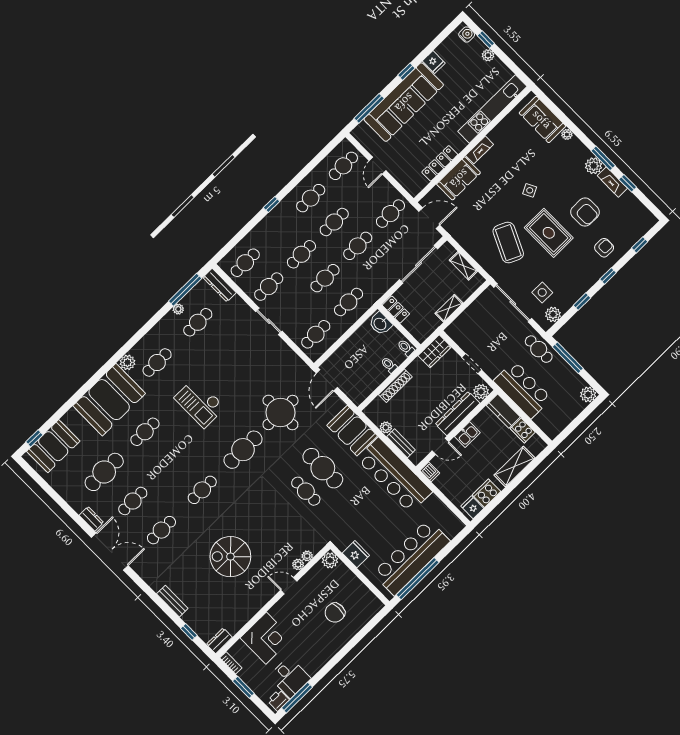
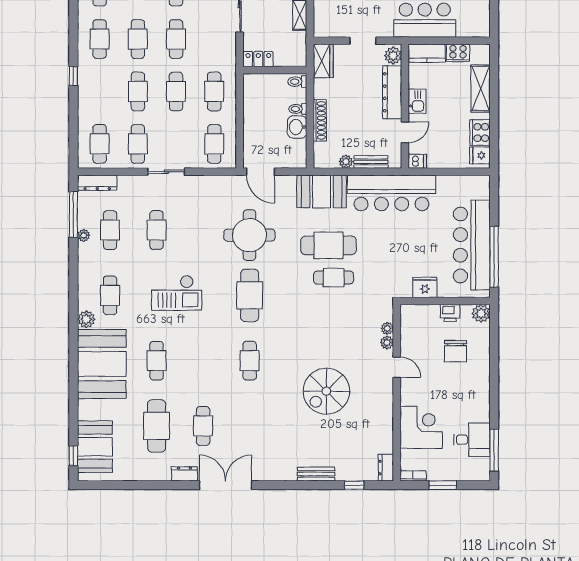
washbasin: (380, 324) -> (297, 127), moved, turned 90
cafe table: (161, 530) -> (157, 230), moved
plant: (330, 560) -> (481, 313), moved
door: (289, 586) -> (397, 367), swing flipped
printer: (278, 700) -> (450, 313), moved, turned -90

